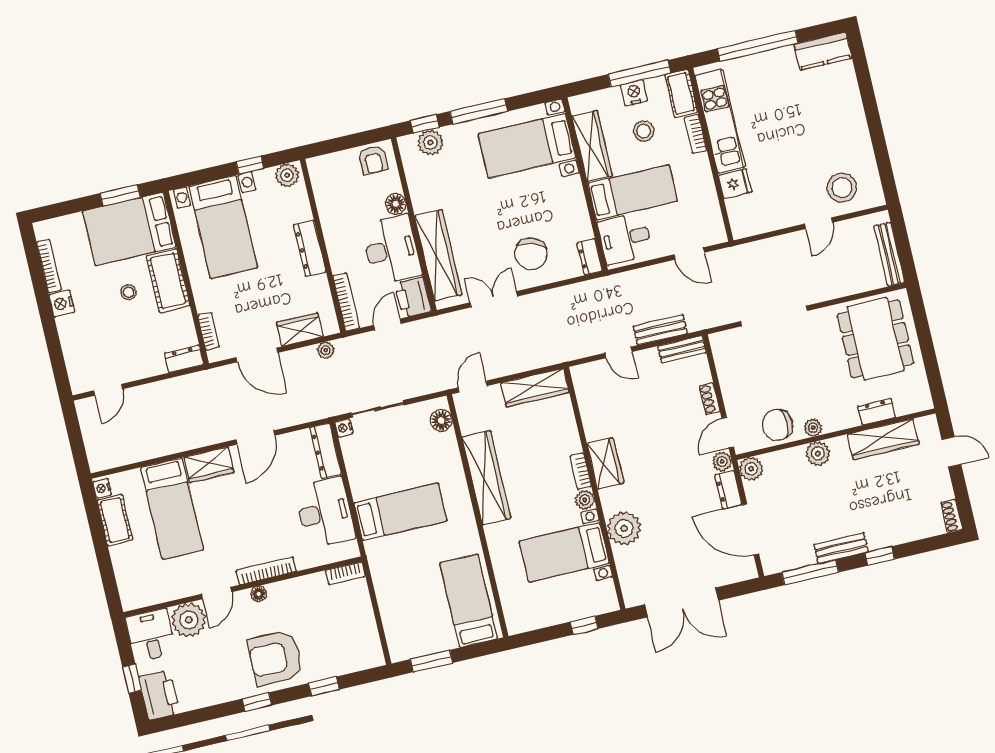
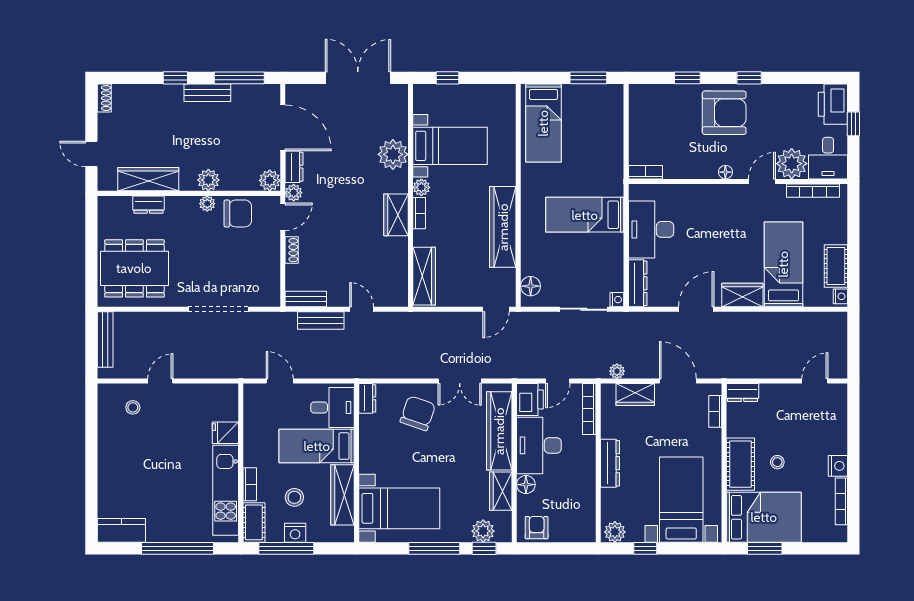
stool: (842, 188) -> (133, 407), width x0.53, depth x0.53
wardrobe: (421, 190) -> (501, 491), added
dining table: (876, 339) -> (134, 268), turned 90
wardrobe: (535, 388) -> (424, 276), moved, turned 90
bookcase: (266, 571) -> (813, 191), moved

